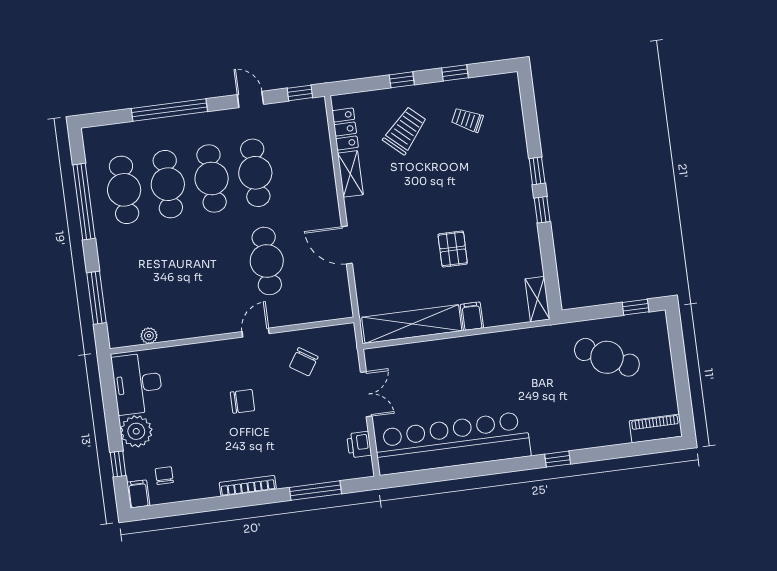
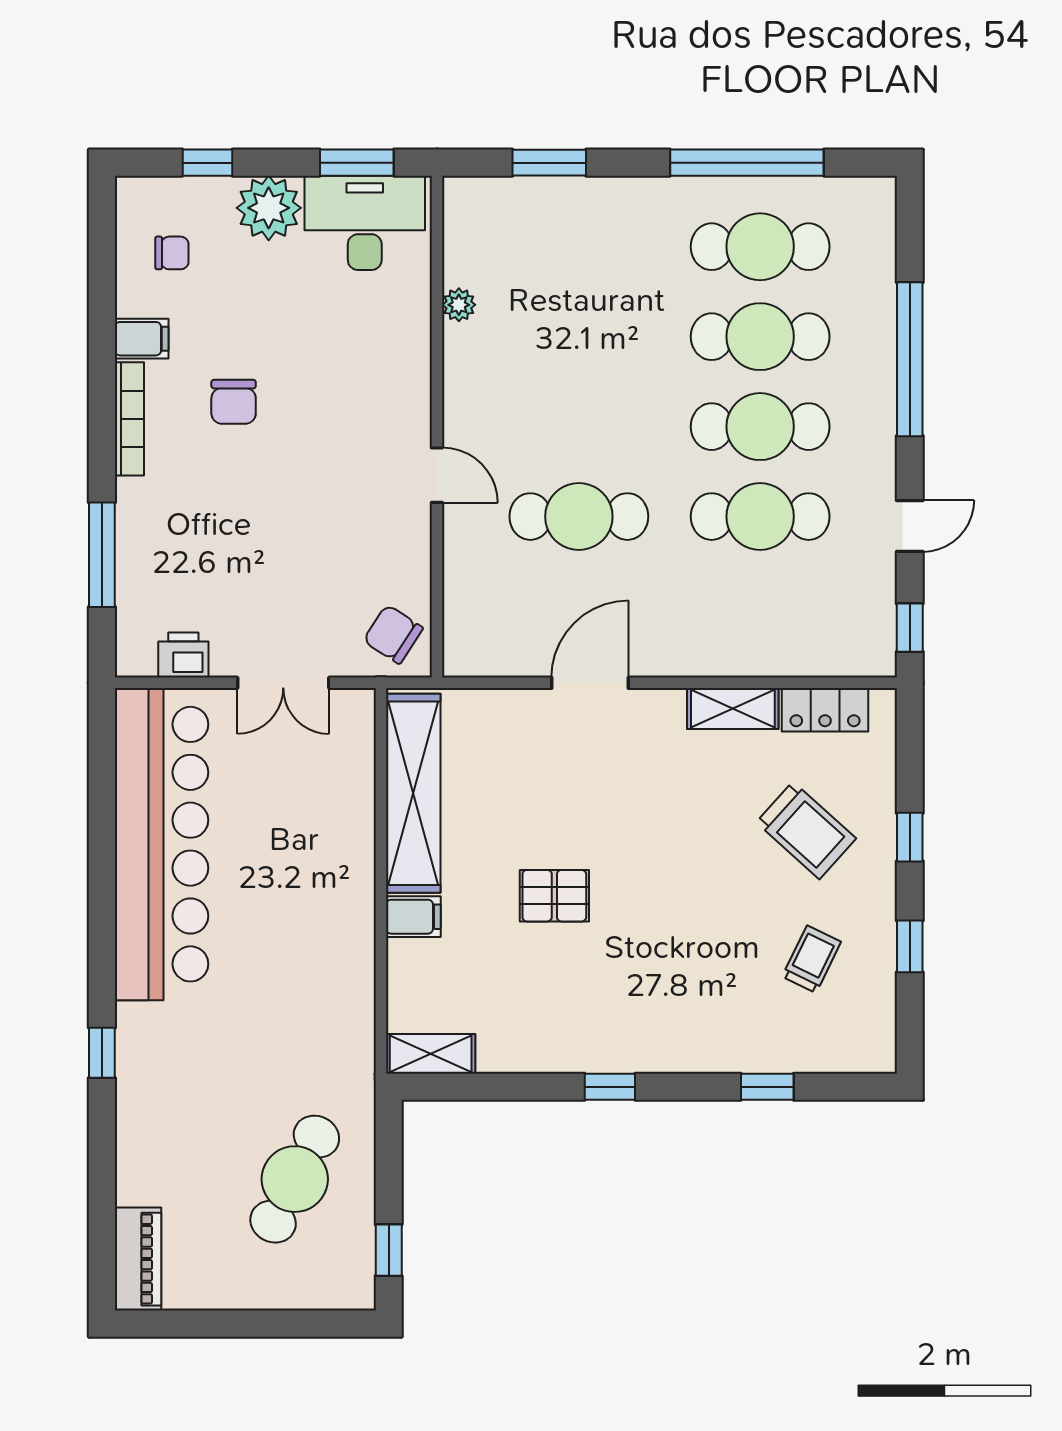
window: (537, 171) -> (767, 1087), moved
window: (96, 298) -> (549, 163), width x0.69
plant: (149, 336) -> (459, 305), moved
chair: (304, 362) -> (393, 634), moved
window: (109, 391) -> (357, 163), added
chair: (242, 401) -> (234, 402), moved
filing cabinet: (138, 494) -> (142, 339), moved

